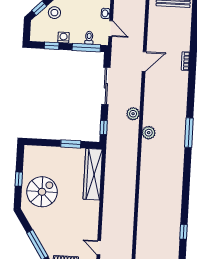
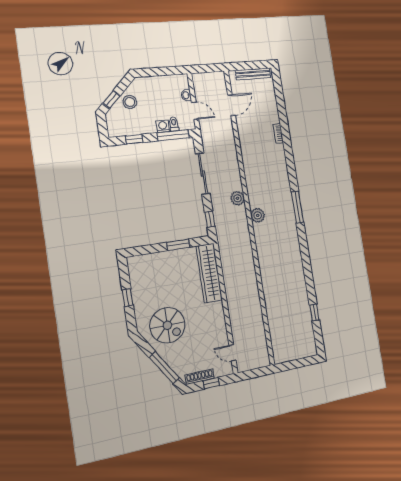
washing machine: (63, 37) -> (163, 126), moved
door: (144, 61) -> (231, 105), moved
spiral stairs: (42, 192) -> (167, 325), moved, turned 90

